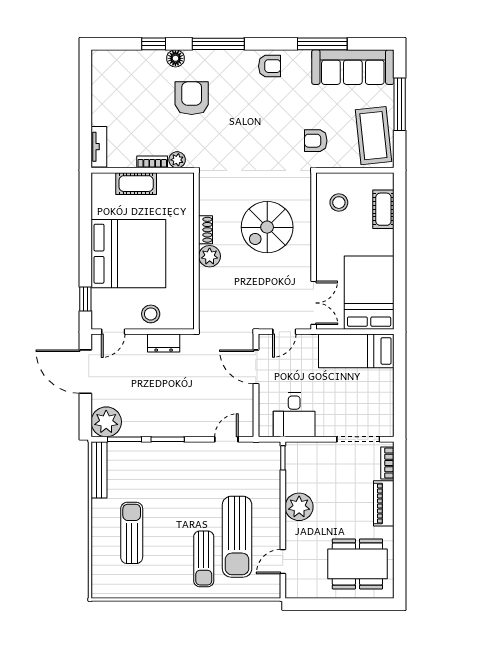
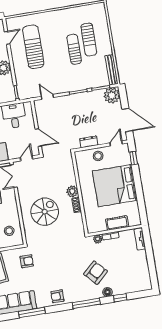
armchair: (192, 98) -> (96, 273), turned -133
door: (226, 439) -> (47, 97), swing flipped
sun lounger: (204, 559) -> (74, 49), moved

